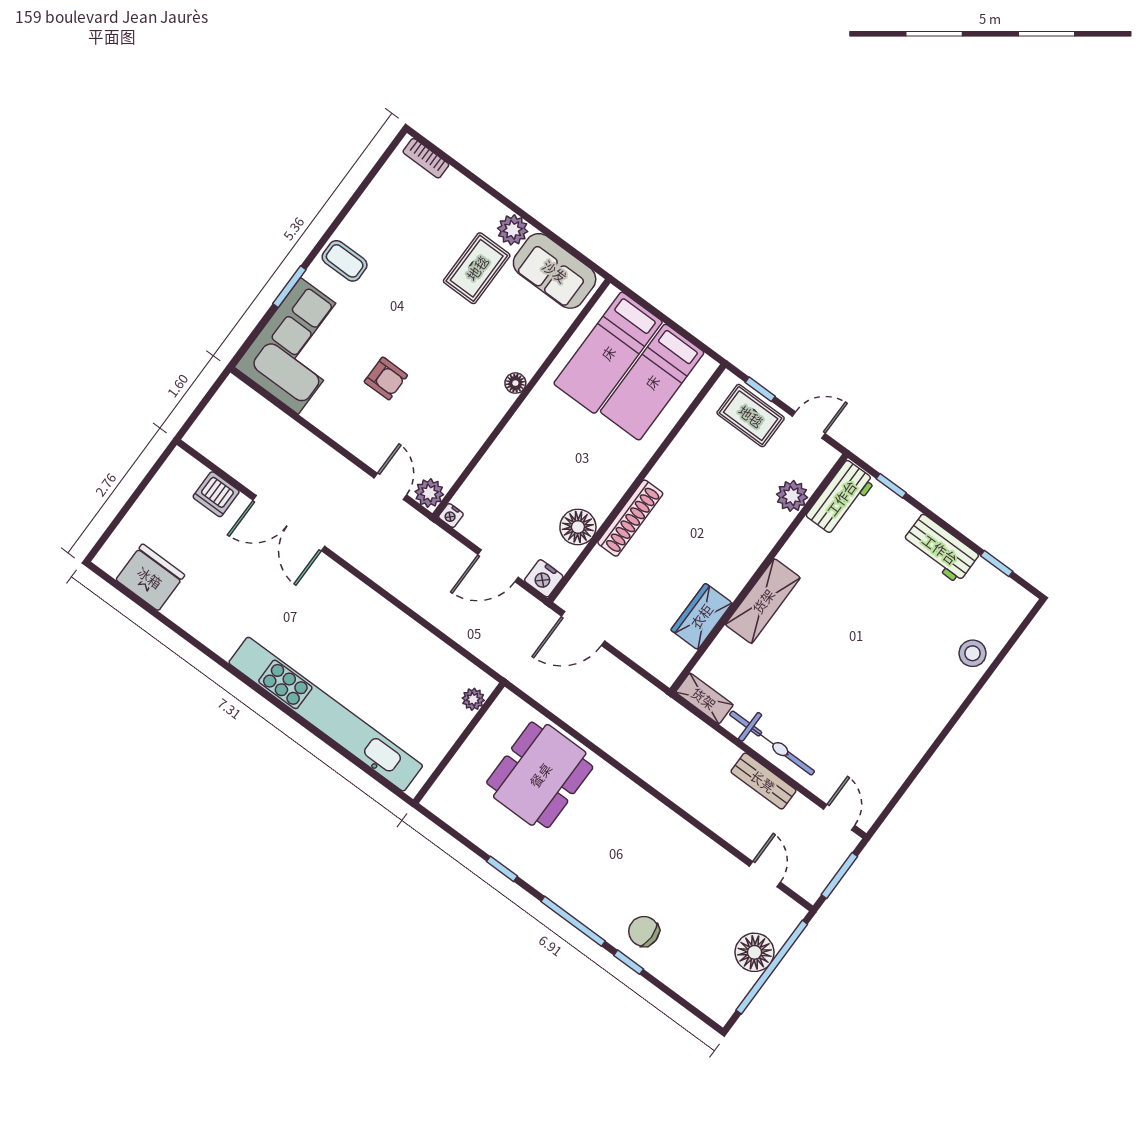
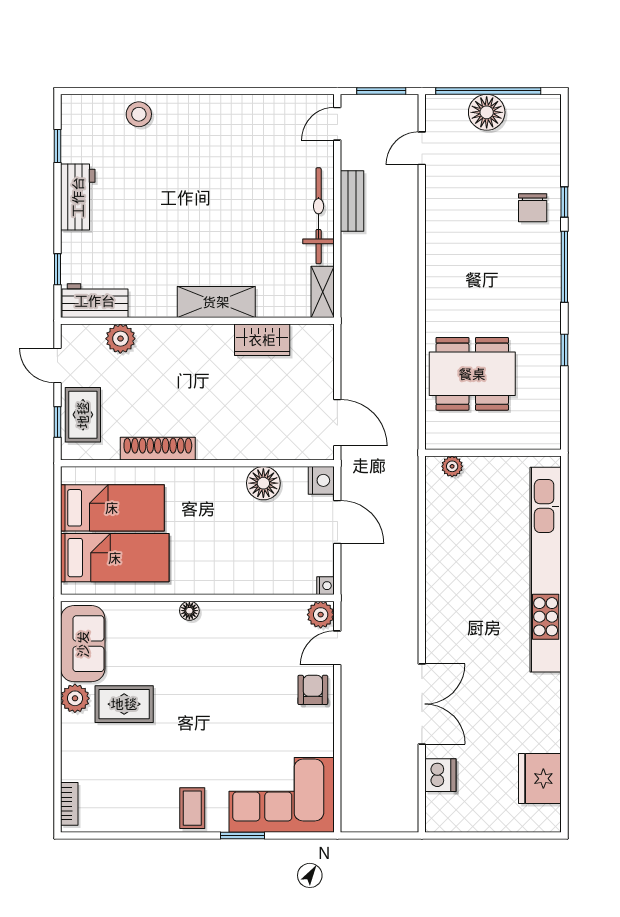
armchair: (386, 378) -> (313, 690), moved
shoe rack: (630, 518) -> (158, 449), moved

